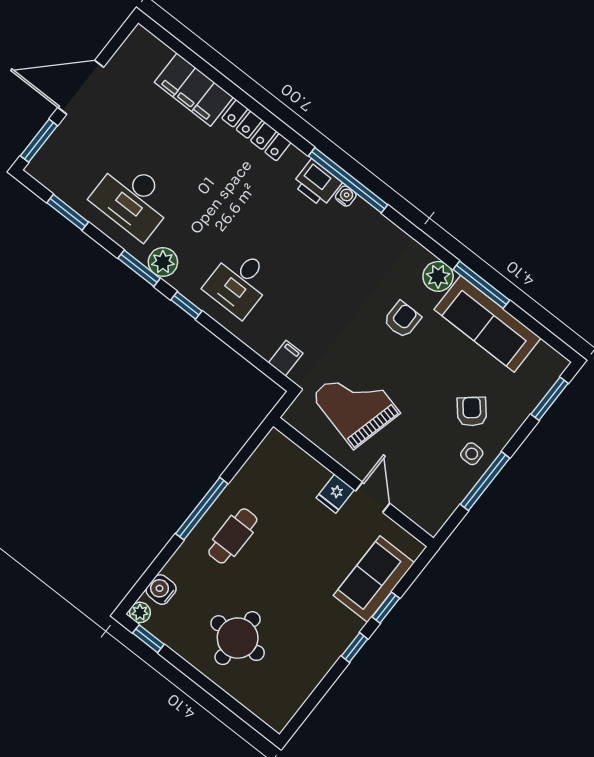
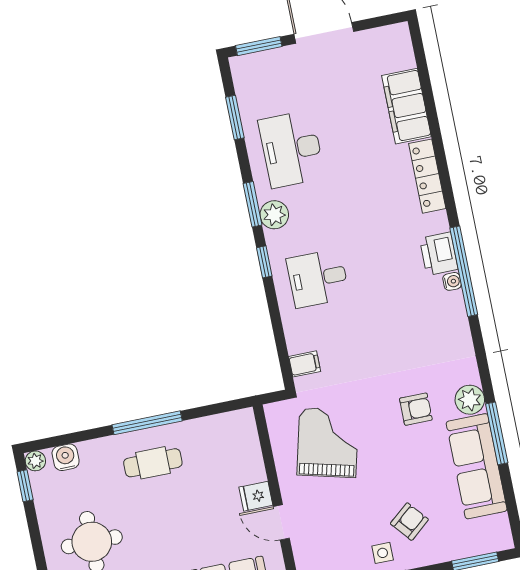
door: (373, 497) -> (281, 522), swing flipped

